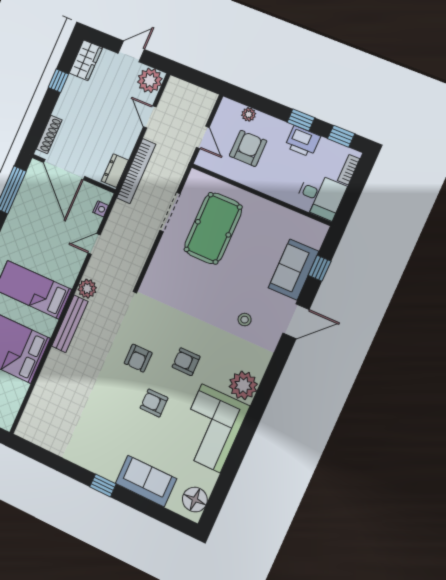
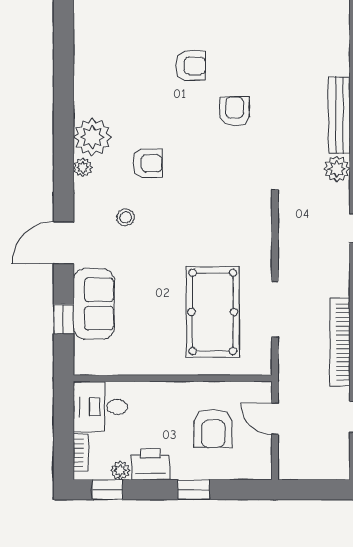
plant: (249, 114) -> (120, 470), moved
window: (301, 120) -> (194, 490), moved
armchair: (186, 362) -> (147, 163), moved
plant: (259, 367) -> (83, 168), added
corner sofa: (211, 428) -> (108, 67), removed

